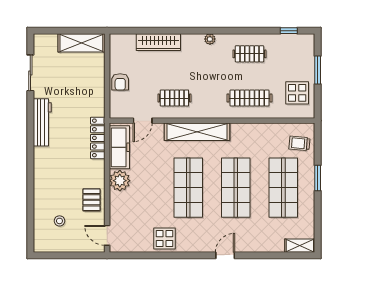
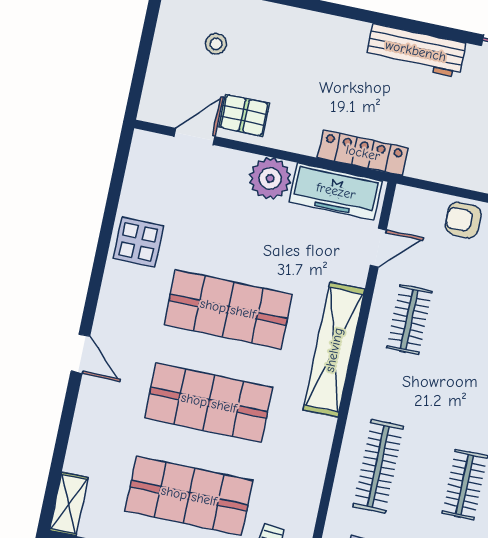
door: (143, 121) -> (378, 248), swing flipped
door: (107, 235) -> (194, 136), moved

